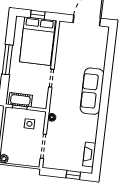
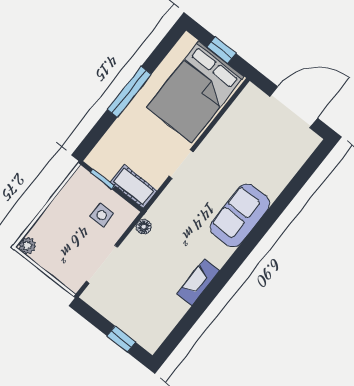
sofa: (92, 91) -> (240, 216), width x0.73
cot: (20, 100) -> (134, 186), moved
fireplace: (89, 154) -> (198, 282), moved

